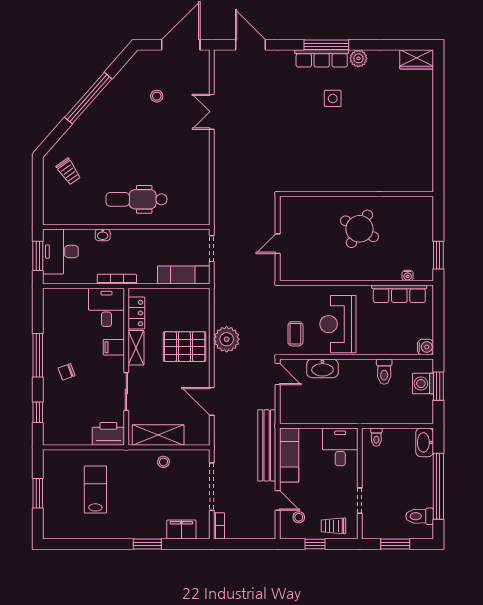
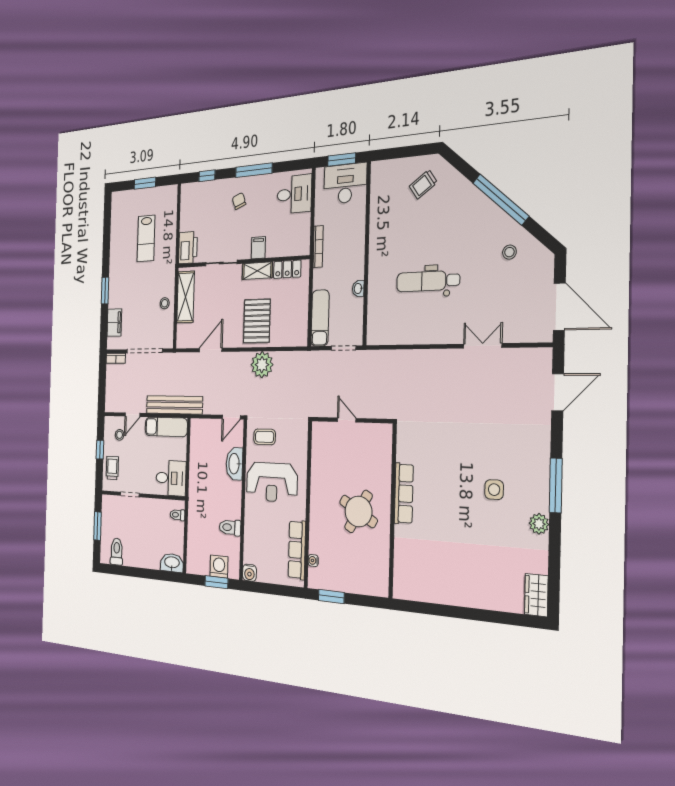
row of seats: (322, 58) -> (404, 494), moved, turned 180
stool: (157, 96) -> (509, 252), moved
dental chair: (137, 199) -> (428, 281), moved, turned -90
washbasin: (103, 235) -> (358, 288), moved
desk: (106, 307) -> (294, 194), moved
reception desk: (338, 324) -> (272, 482), turned 180
window: (438, 486) -> (138, 572), removed
lab bench: (95, 489) -> (146, 238), turned 90

